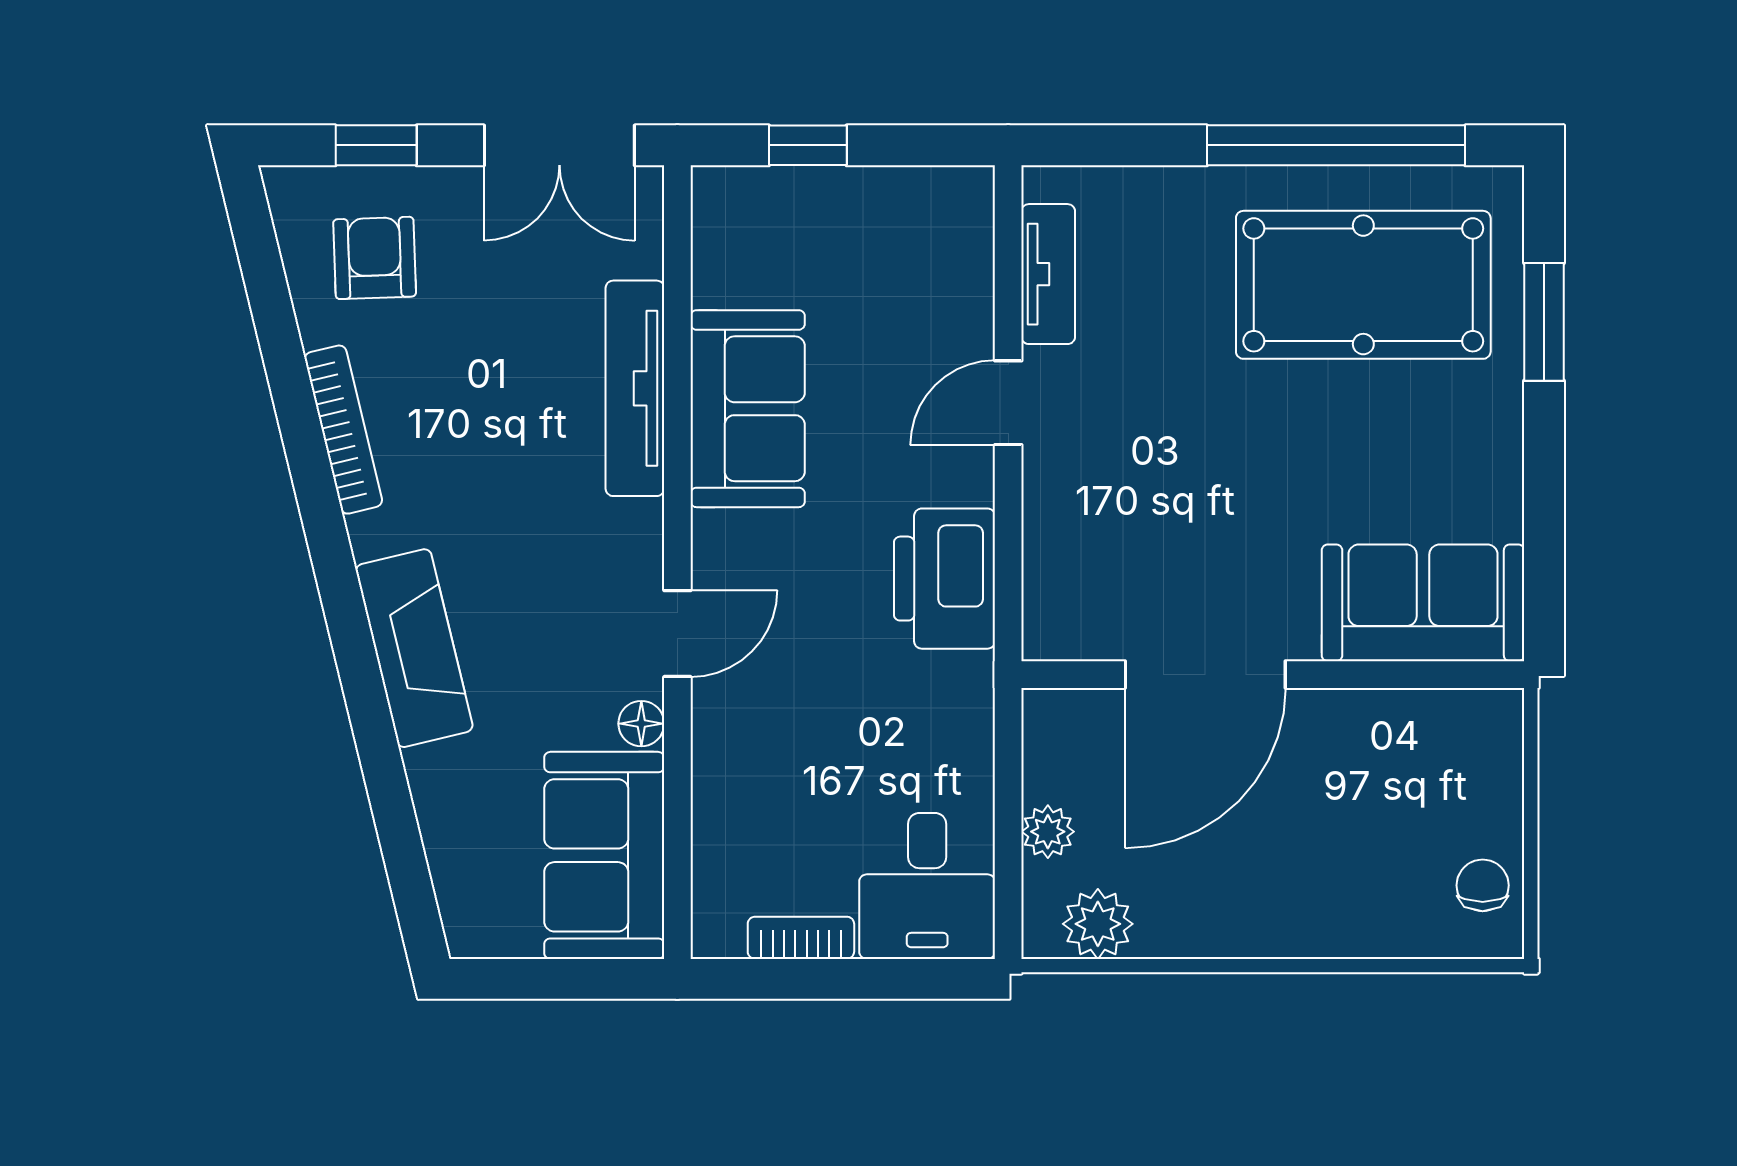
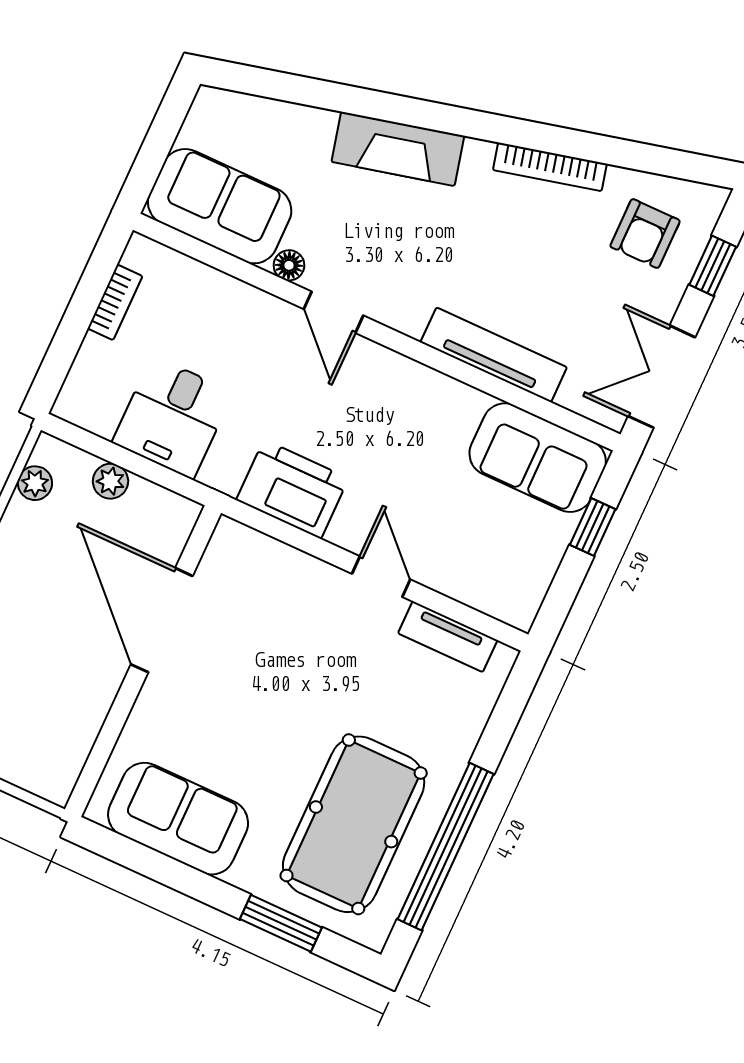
armchair: (375, 258) -> (645, 234), turned 92
sofa: (748, 409) -> (538, 458), moved
sofa: (1423, 603) -> (178, 819), moved, turned -90
desk: (927, 886) -> (173, 417), moved, turned -90
plant: (1098, 924) -> (35, 483), width x0.73, depth x0.73

